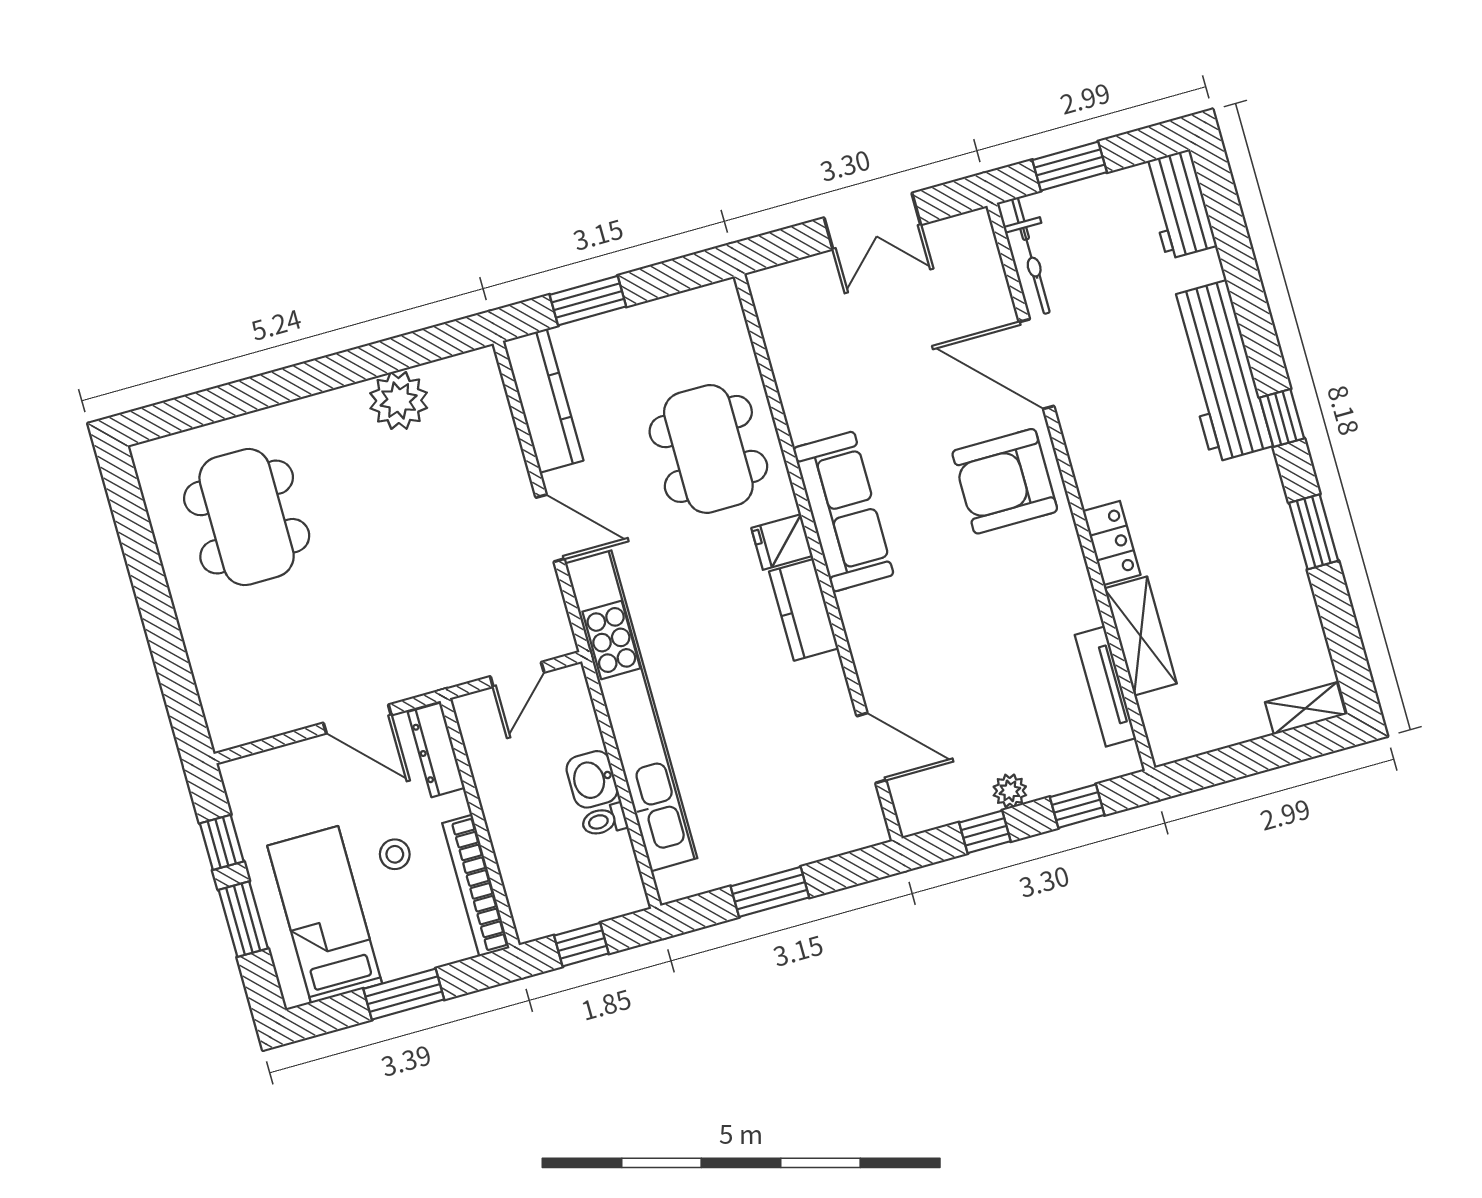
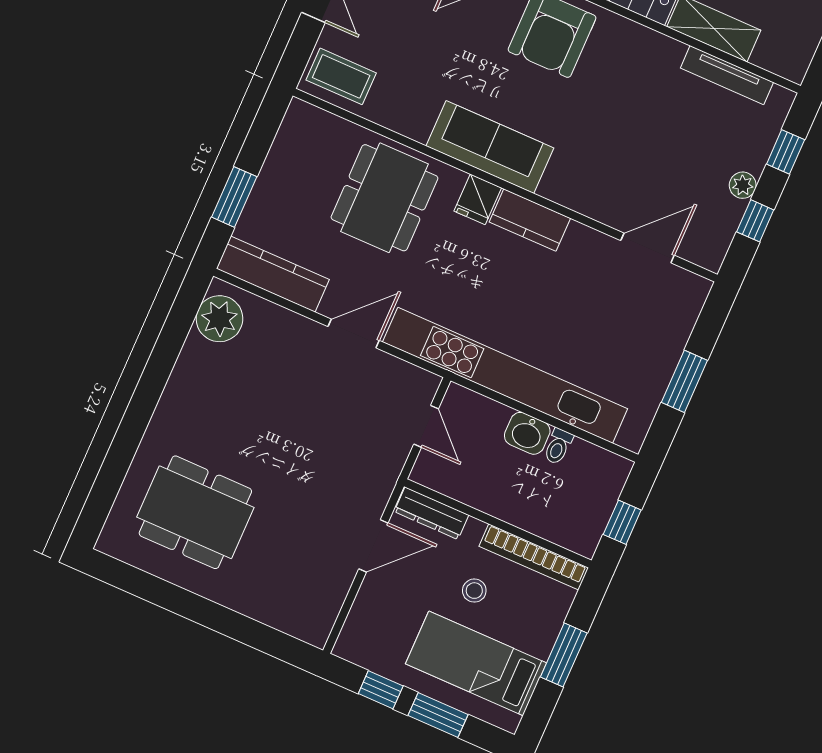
coffee table: (793, 308) -> (341, 76), added
plant: (399, 401) -> (219, 319), moved
dining table: (708, 449) -> (384, 198), turned 90

